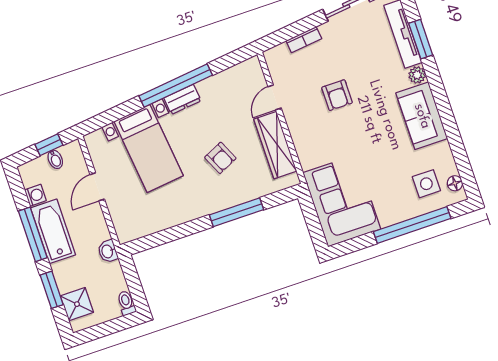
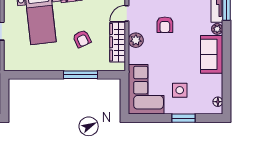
plant: (301, 133) -> (136, 40), added
side table: (426, 184) -> (180, 90), moved
window: (412, 225) -> (184, 118), width x0.47

